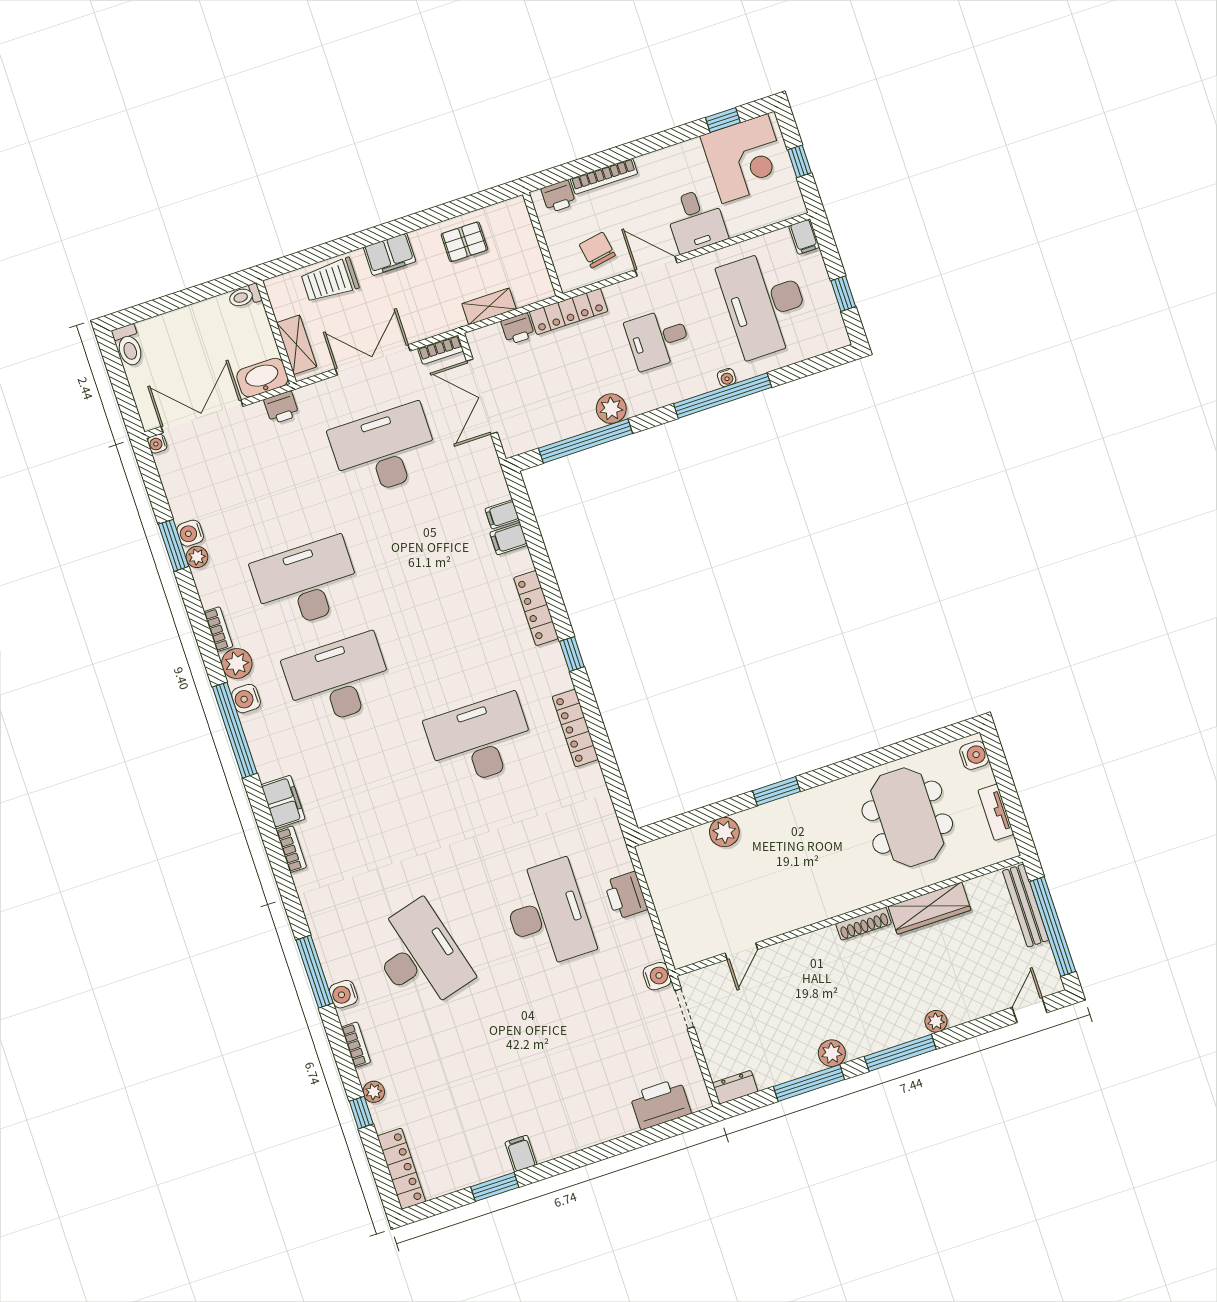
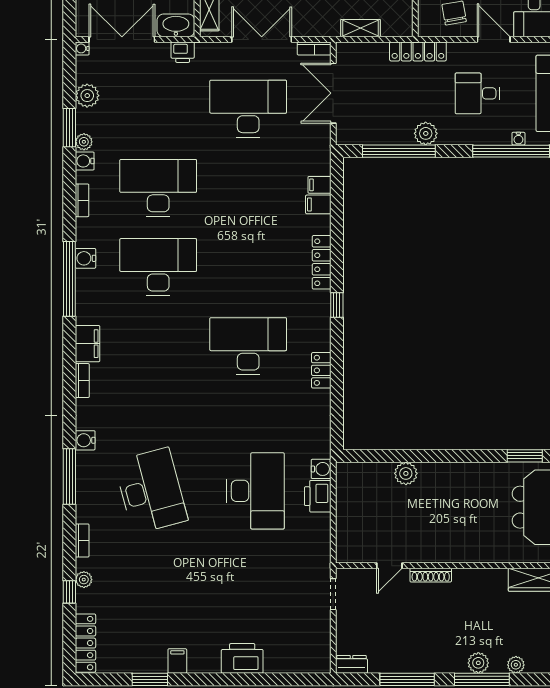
printer: (518, 329) -> (376, 52), removed
water cooler: (190, 533) -> (85, 161), moved
plant: (237, 663) -> (87, 96), moved
locker: (575, 728) -> (321, 370), width x0.66
window: (777, 791) -> (525, 456), moved
shoe rack: (864, 924) -> (431, 575), moved
water cooler: (657, 976) -> (321, 469), moved
water cooler: (343, 994) -> (85, 440), moved
plant: (832, 1053) -> (478, 663), moved
printer: (660, 1104) -> (242, 658), moved

